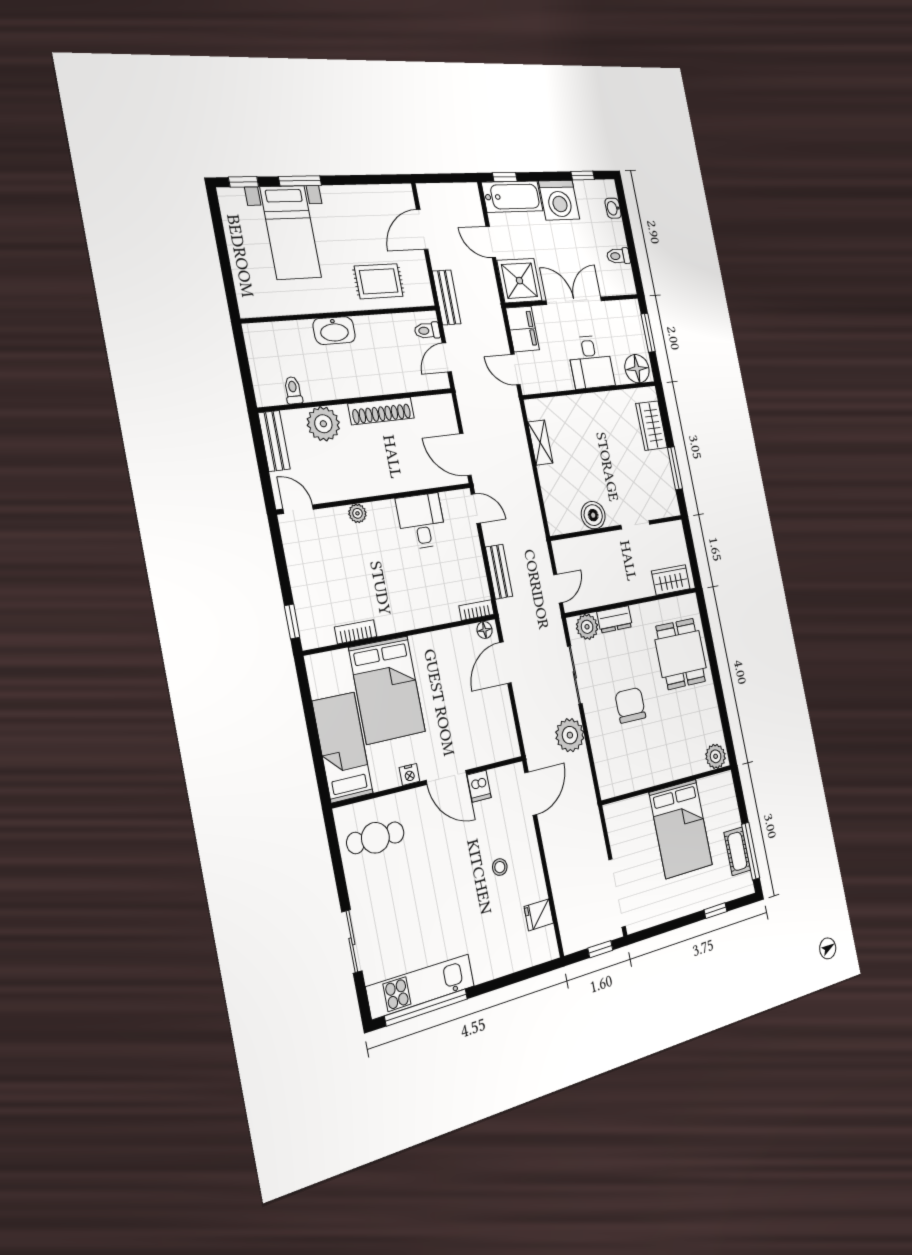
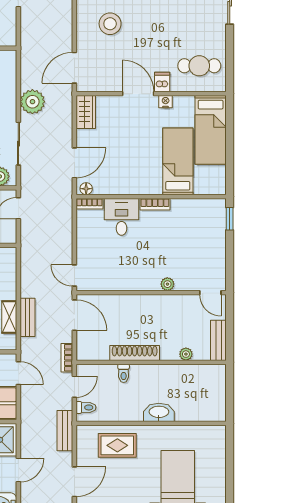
door: (491, 242) -> (18, 470), hinge flipped
toilet: (293, 390) -> (124, 373), moved
bookcase: (463, 396) -> (67, 358), added
plant: (323, 424) -> (186, 354), width x0.53, depth x0.53
desk: (421, 521) -> (122, 217), moved, turned 180
bench: (499, 572) -> (27, 317), moved
bookcase: (356, 632) -> (155, 204), moved
bed: (387, 690) -> (178, 161), width x0.67
wardrobe: (505, 736) -> (86, 112), added
dishwasher: (479, 786) -> (162, 82), moved
stool: (500, 867) -> (110, 24), width x1.89, depth x1.89

